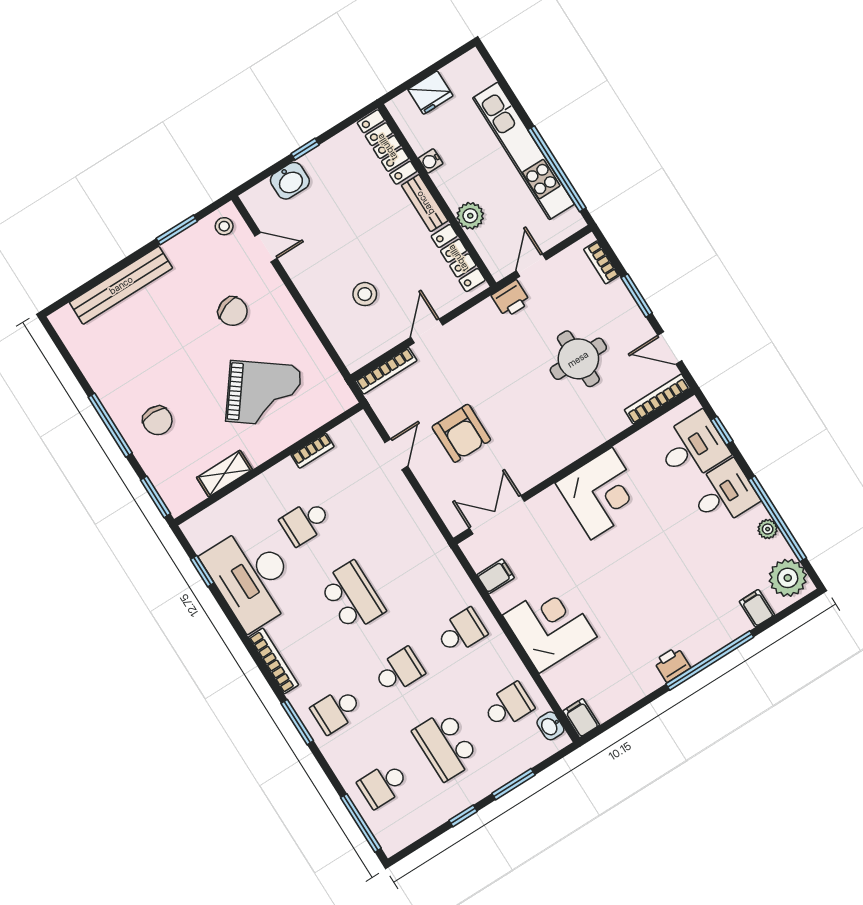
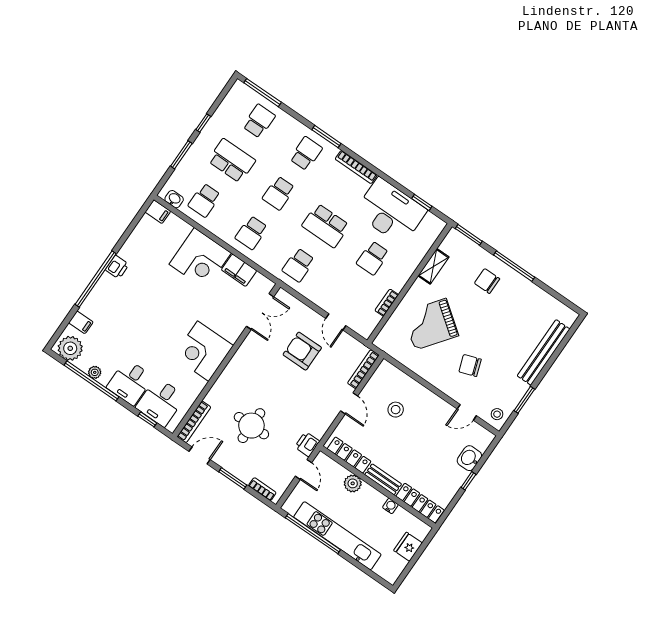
school desk: (305, 522) -> (373, 258), turned 180
school desk: (415, 557) -> (298, 265), added
filing cabinet: (496, 576) -> (239, 270), width x2.00

